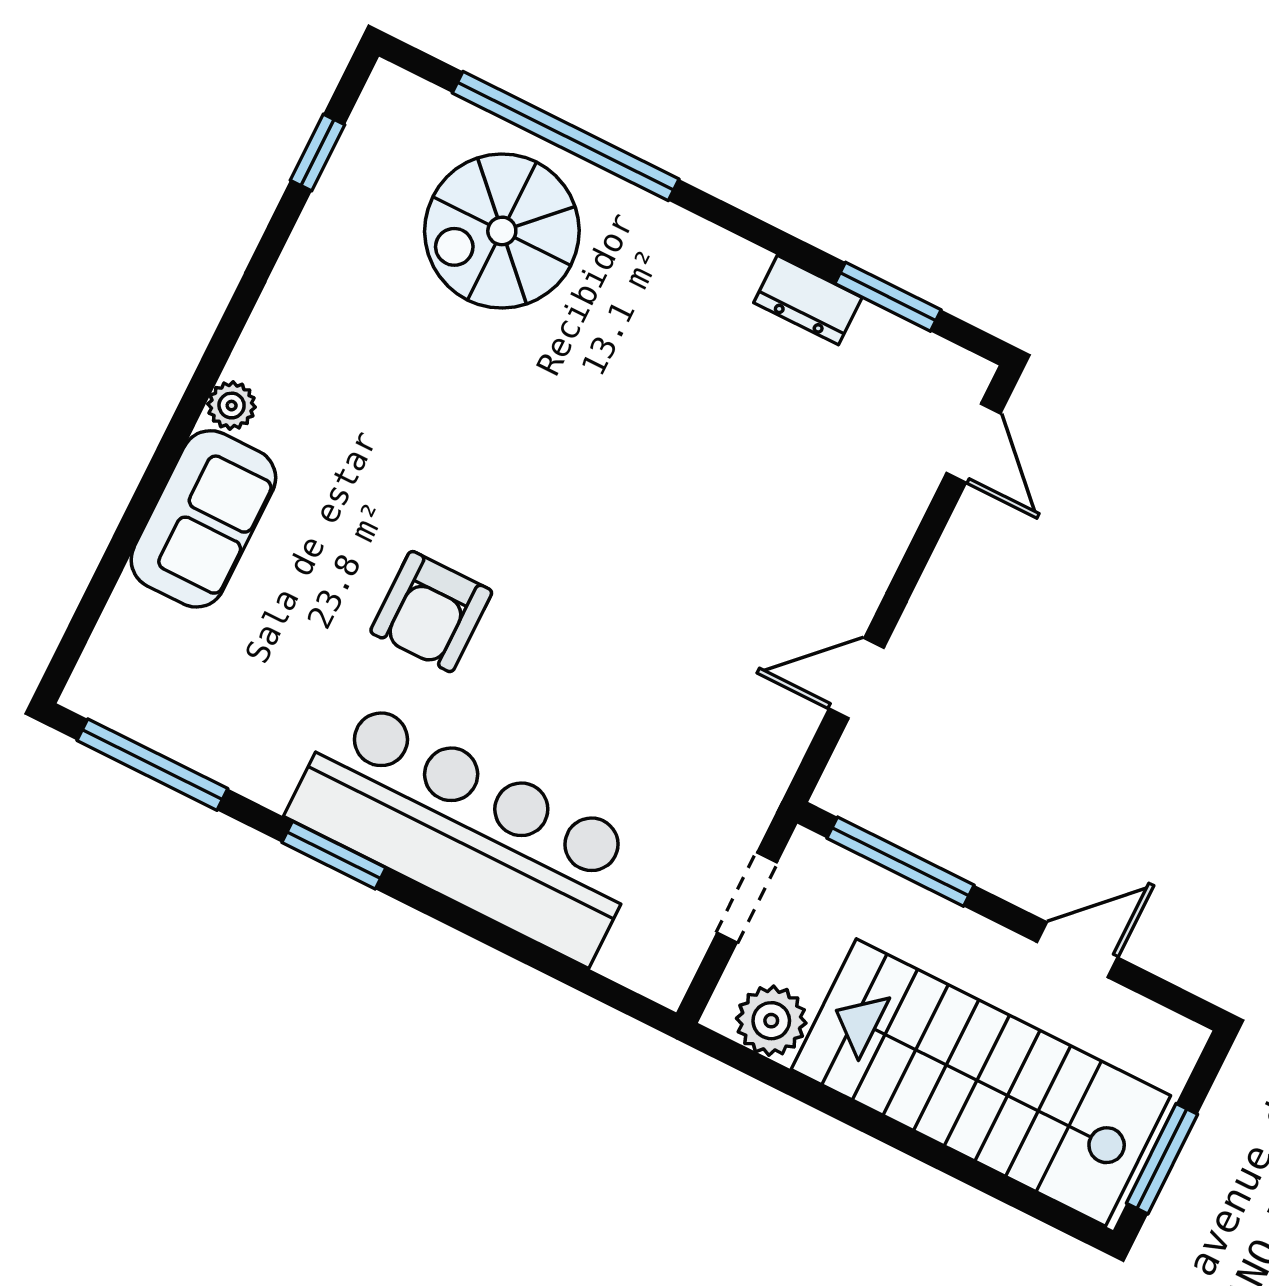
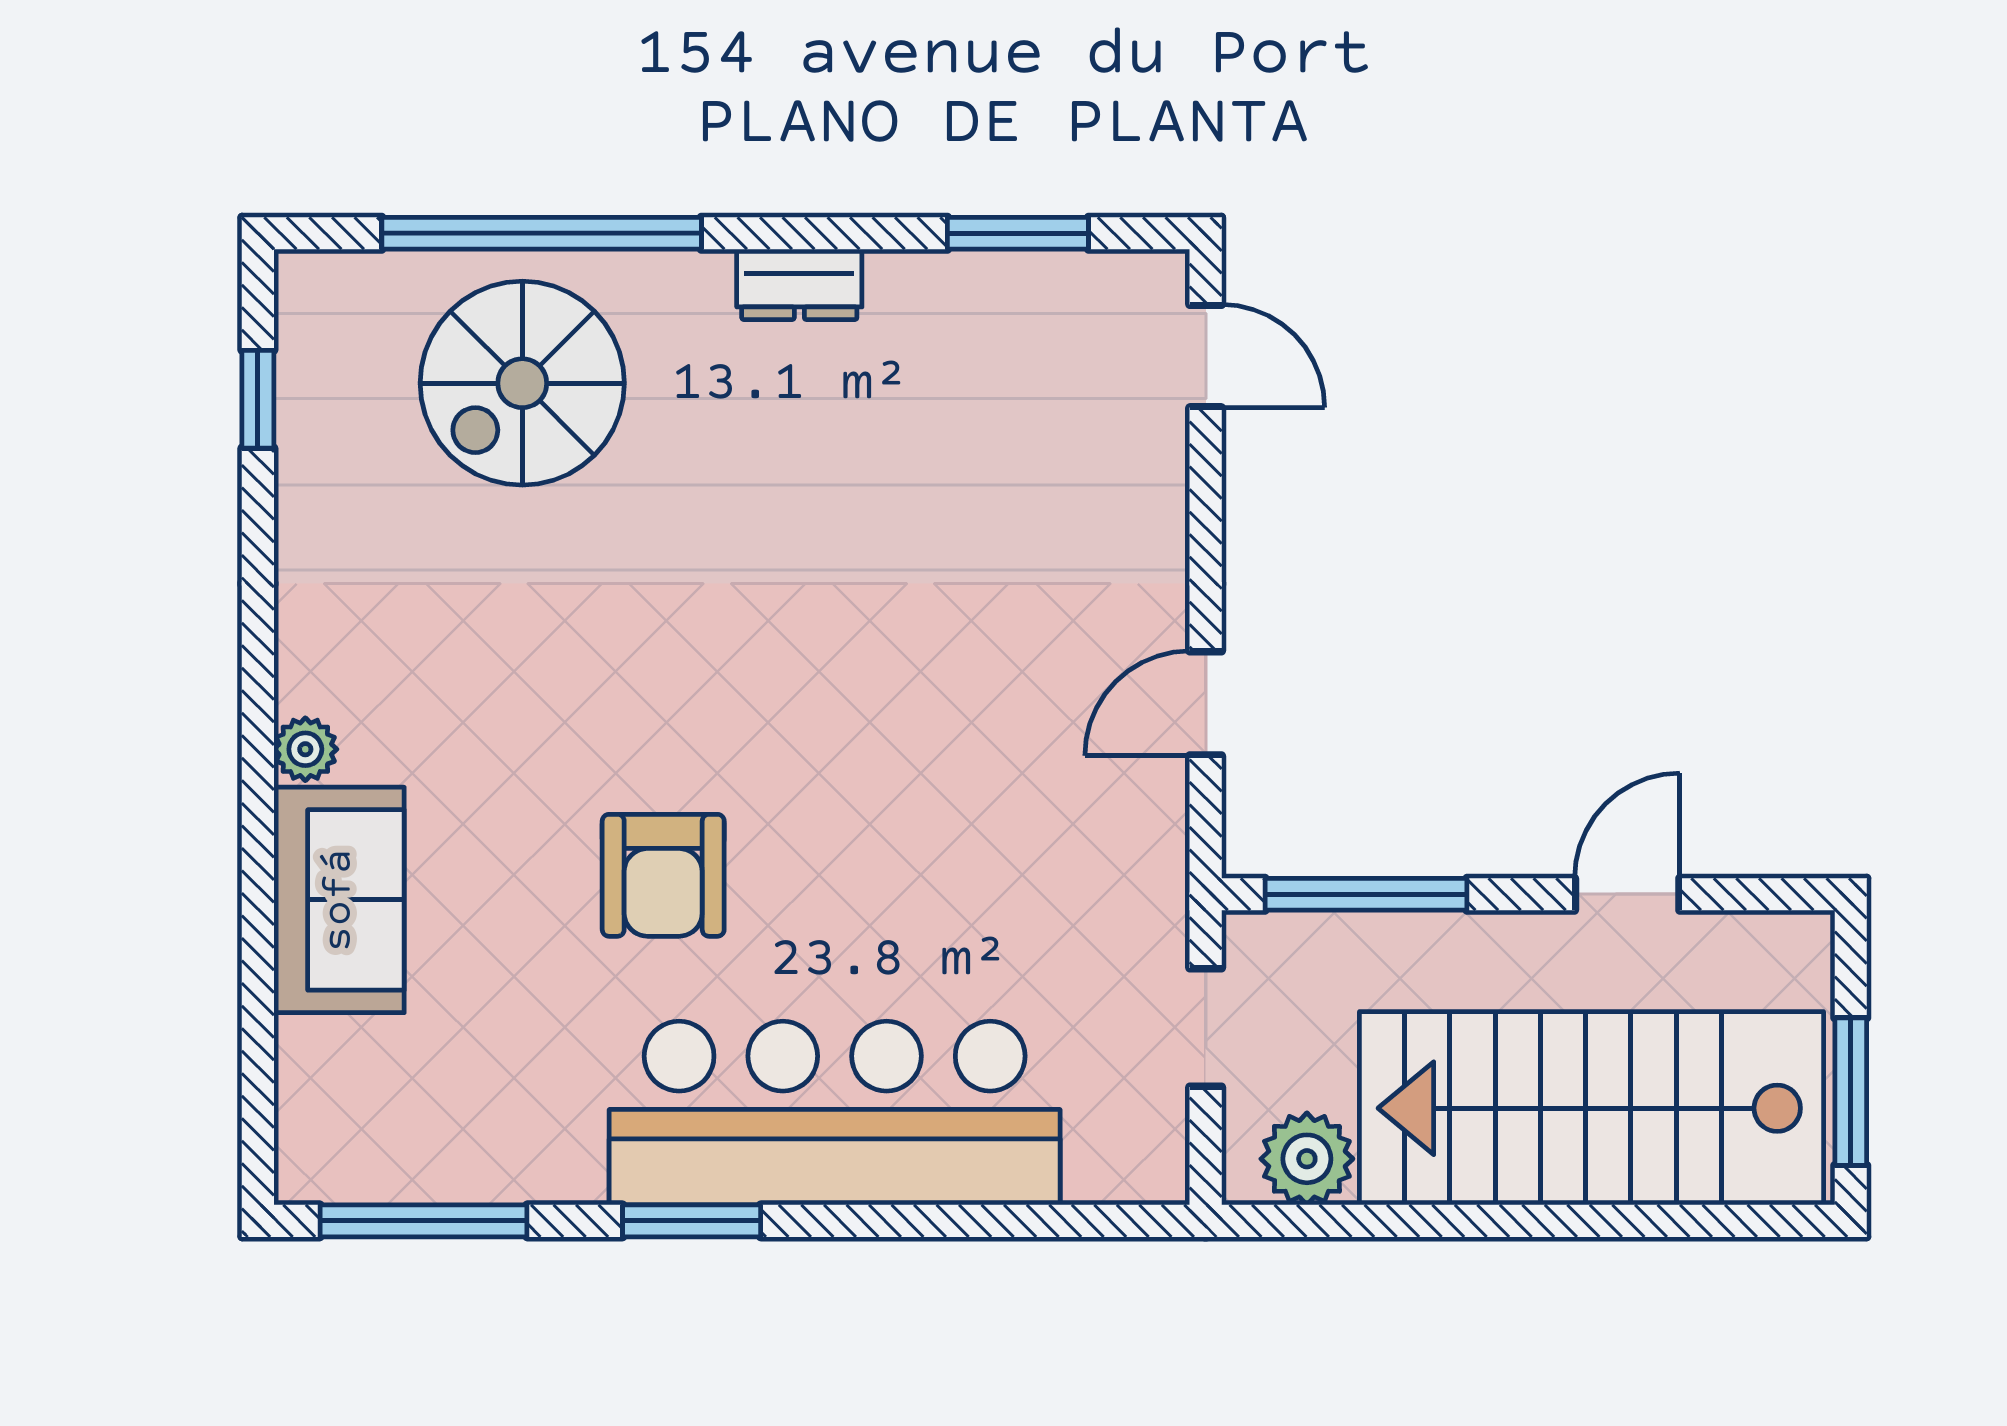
dresser: (808, 300) -> (799, 284), moved

